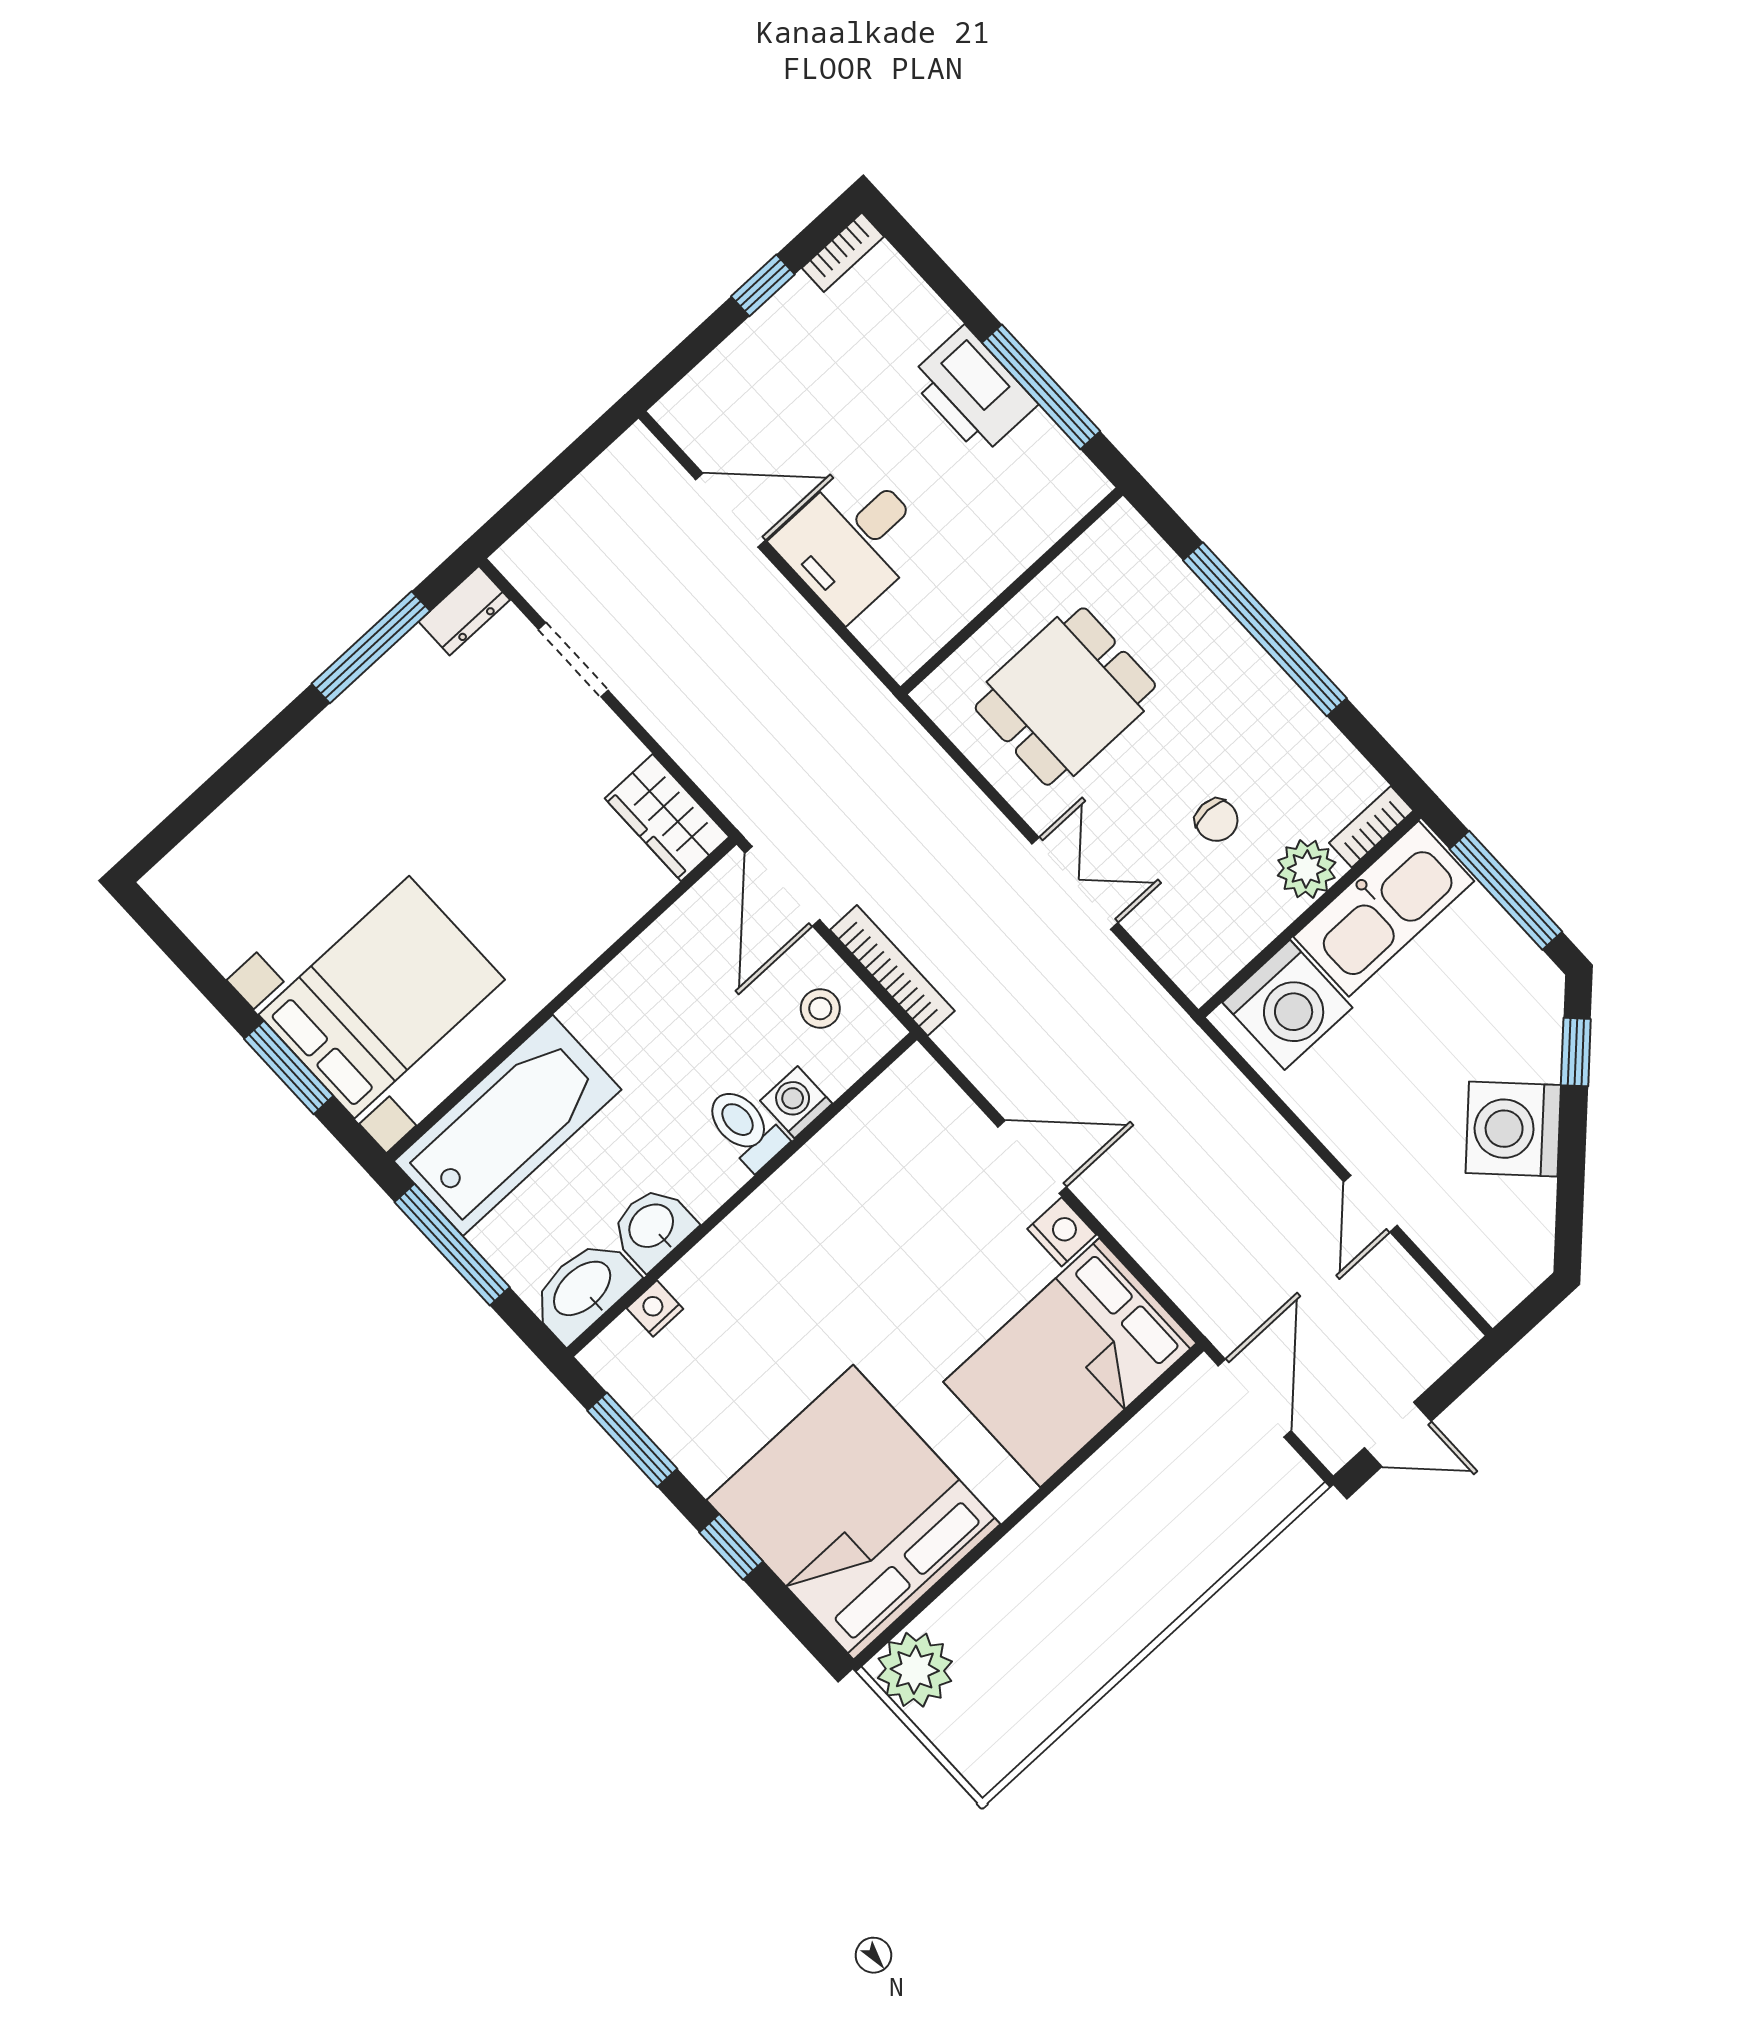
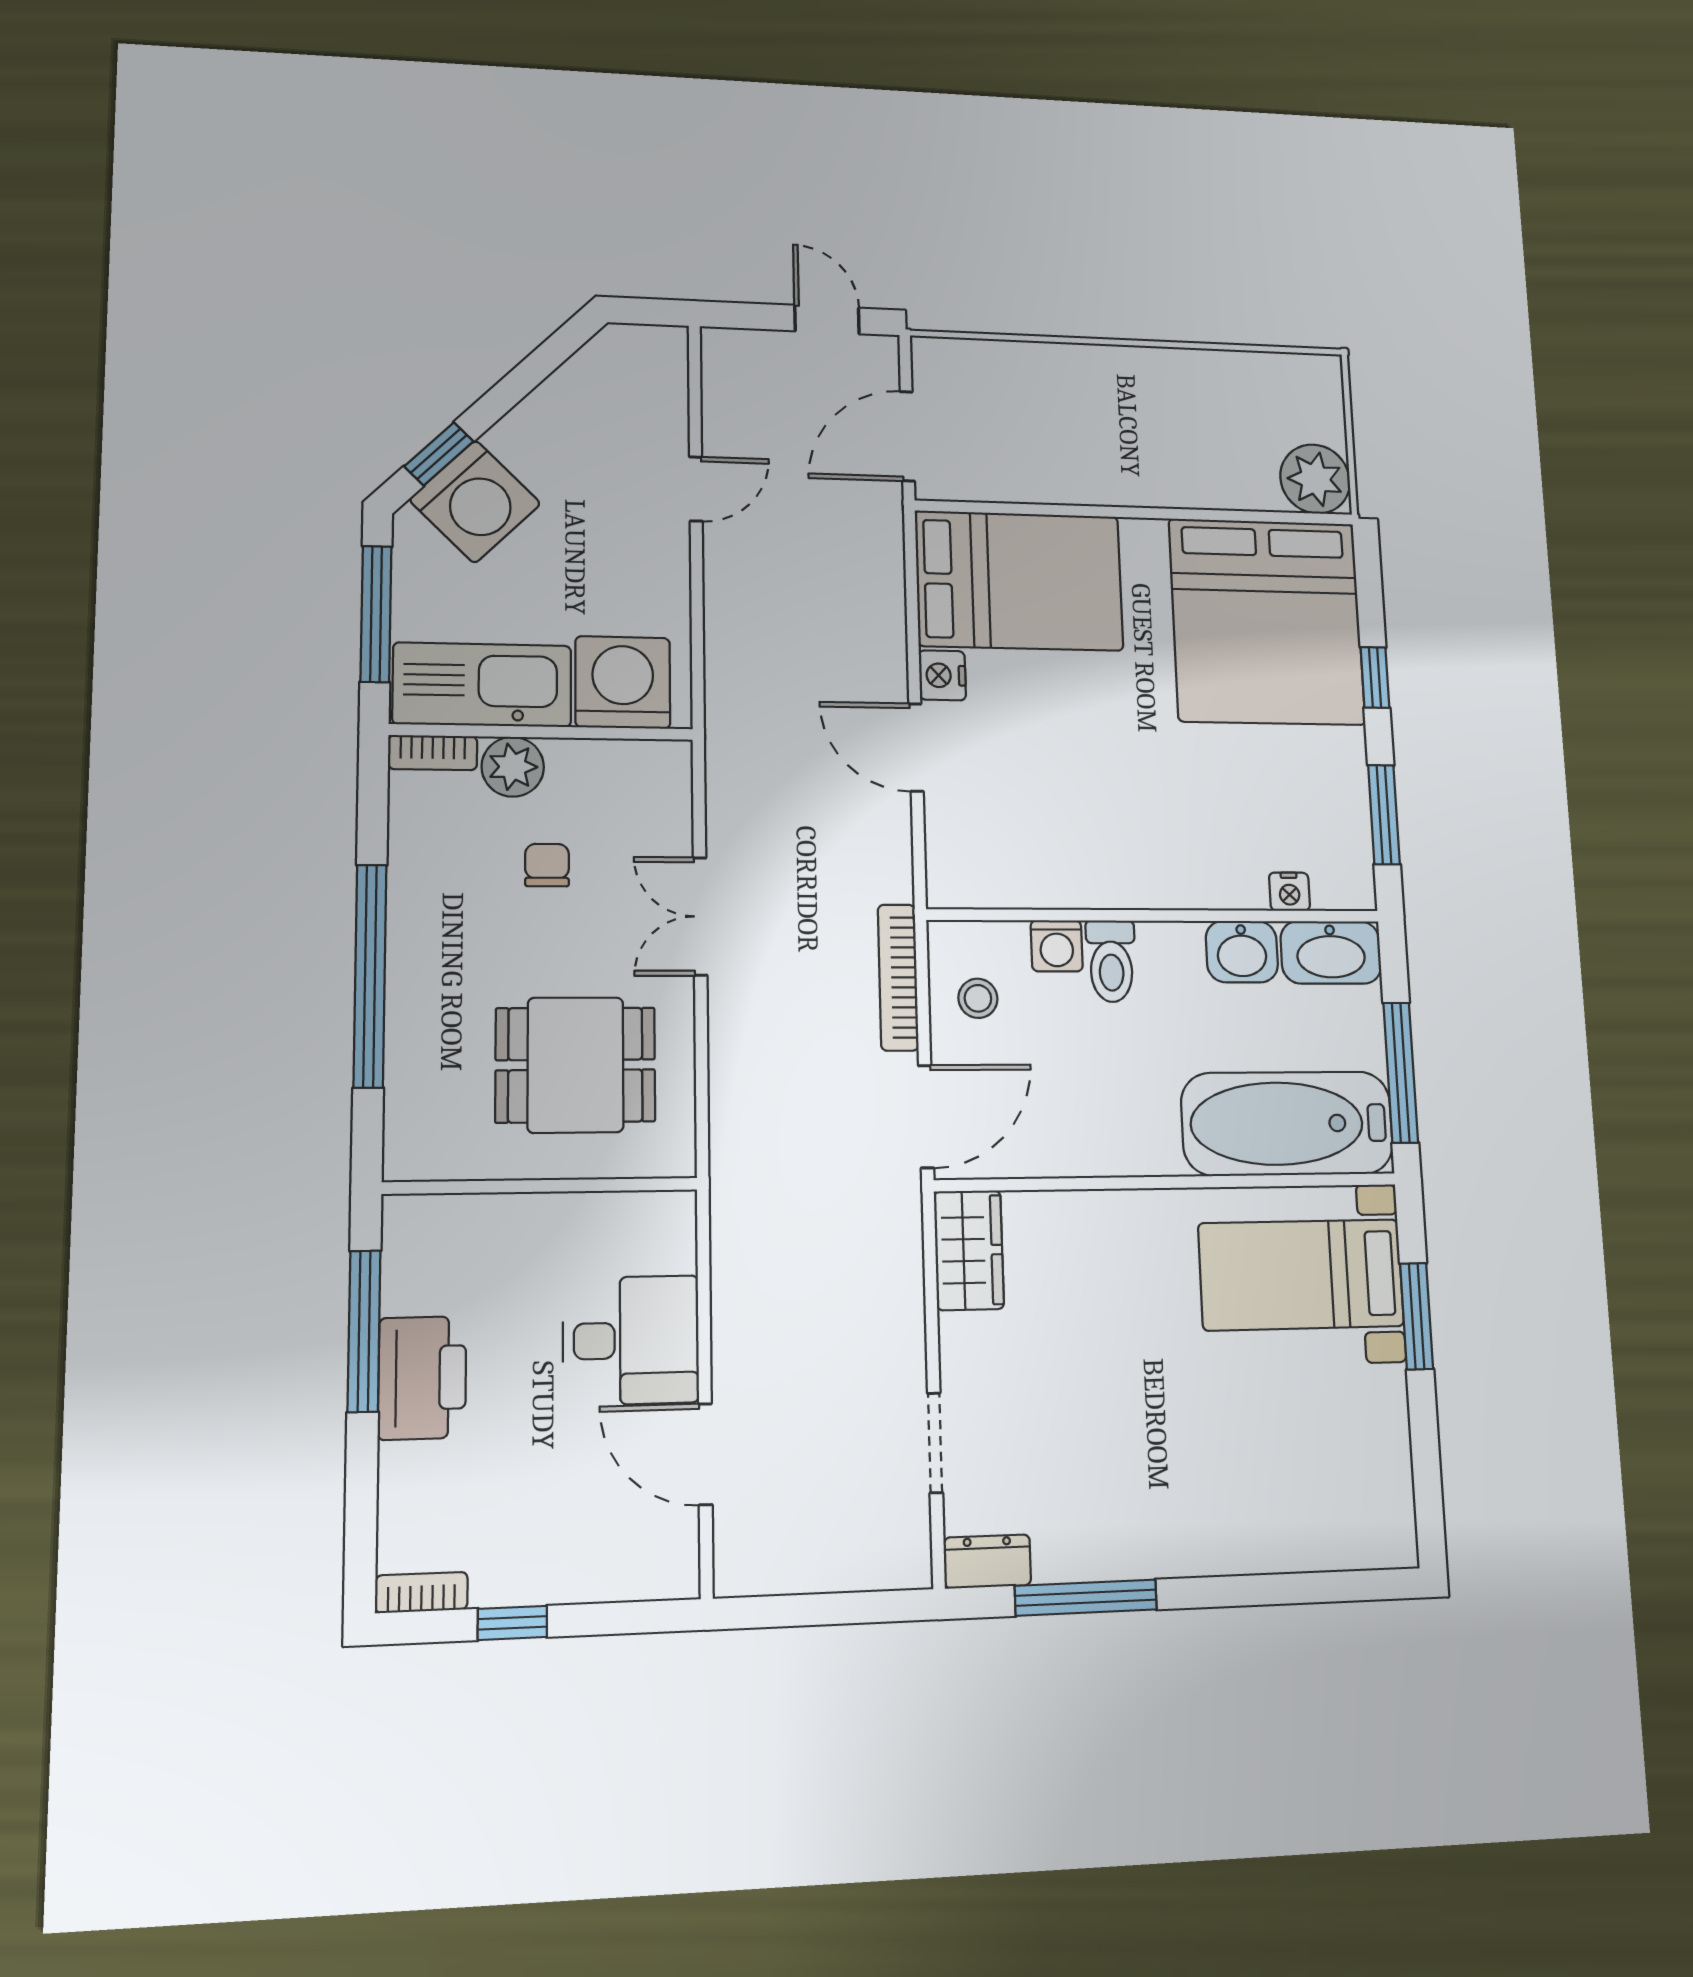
bed with nightstands: (382, 997) -> (1301, 1275), width x0.73
washing machine: (1513, 1129) -> (475, 502), moved

